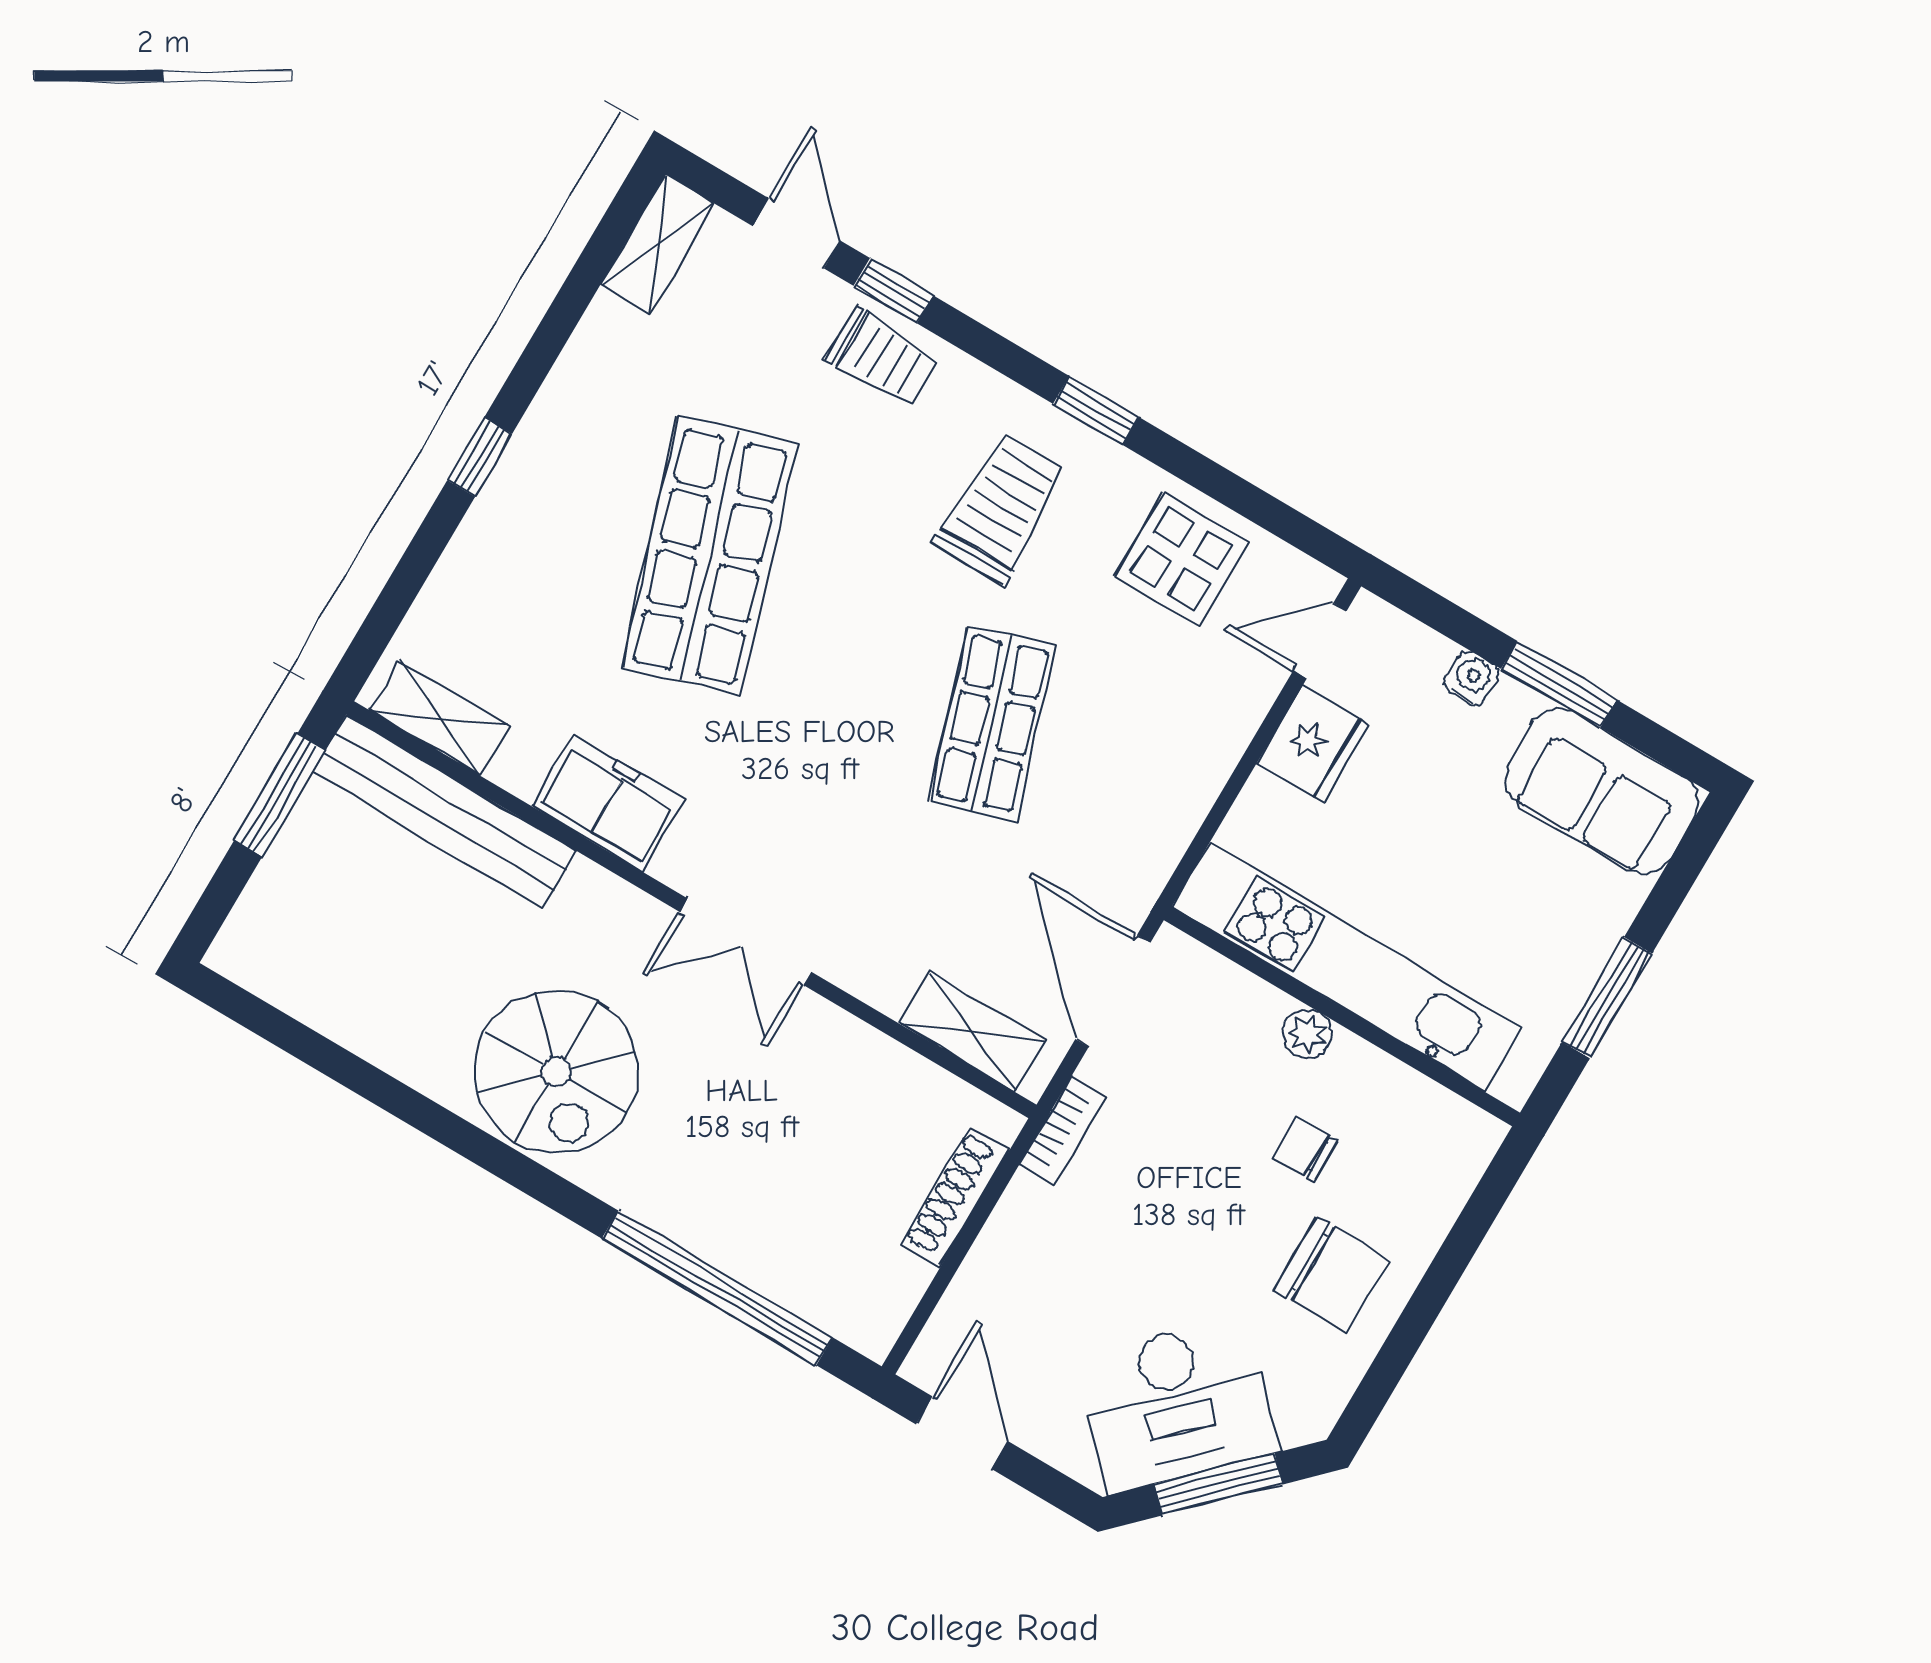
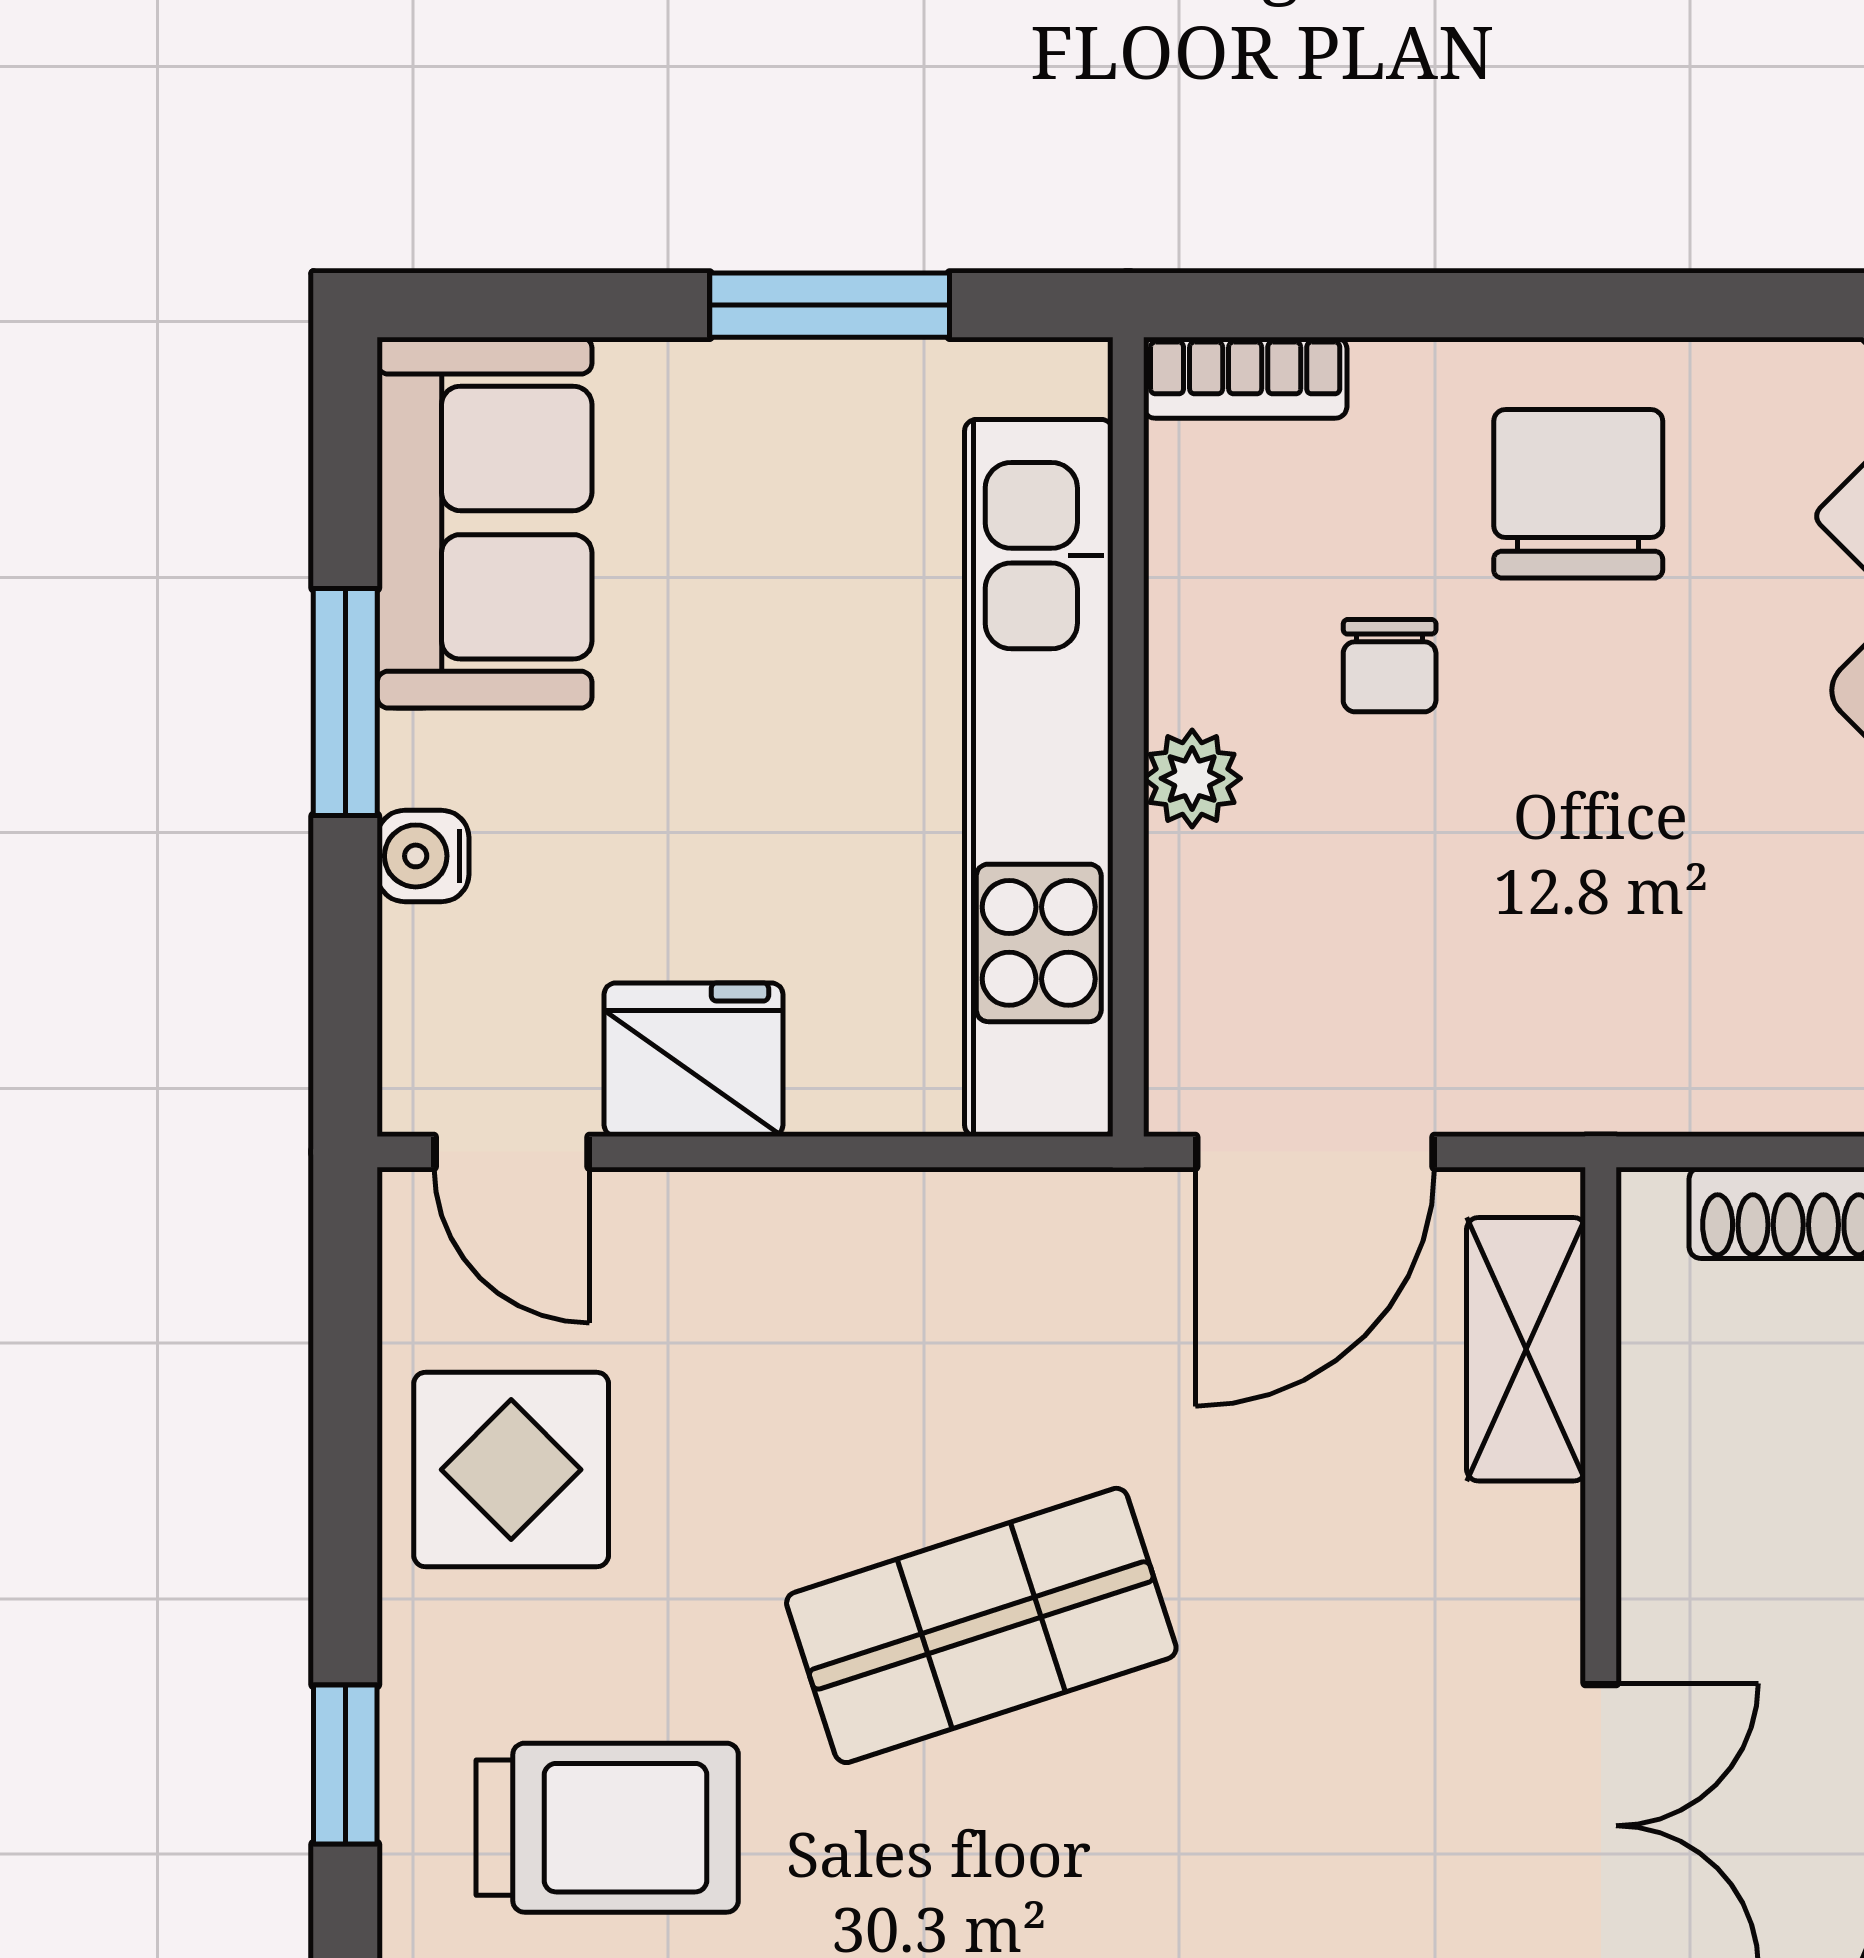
trolley: (1001, 508) -> (607, 1828), turned 180
bookcase: (1063, 1131) -> (1245, 378), moved, turned 180

